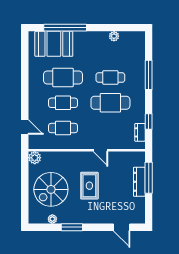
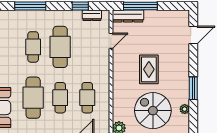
door: (100, 150) -> (111, 41), moved
dresser: (139, 182) -> (128, 16), moved
rug: (89, 186) -> (149, 69), turned 90
spiral stairs: (51, 189) -> (153, 111), turned 180

